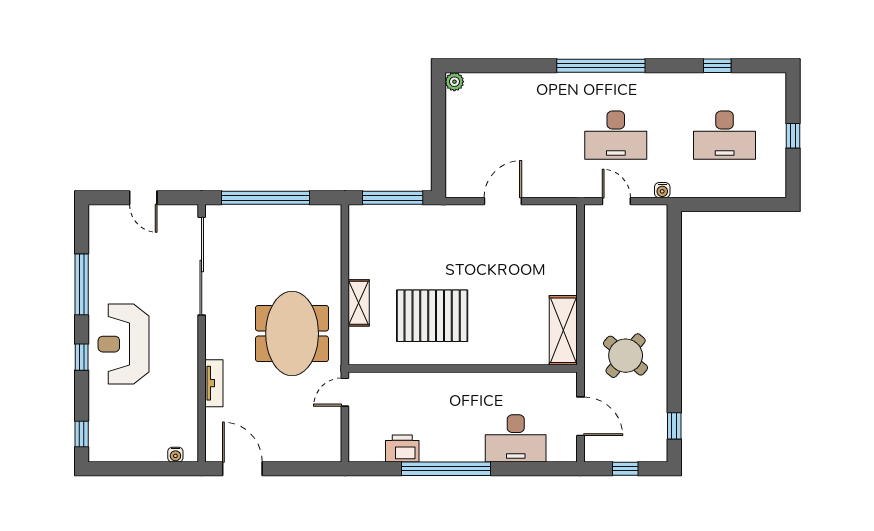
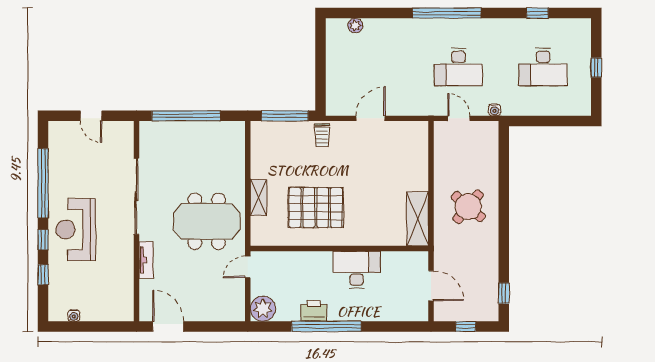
plant: (454, 82) -> (355, 26), moved
trolley: (440, 223) -> (322, 135), added
sliding door: (202, 266) -> (136, 196), moved
window: (82, 284) -> (43, 183), width x1.46
meeting table: (292, 334) -> (207, 221), turned 90
round table: (626, 356) -> (468, 207), moved
window: (82, 434) -> (43, 275), moved
desk: (516, 438) -> (357, 270), moved, turned 180
plant: (364, 446) -> (263, 309), added
printer: (402, 448) -> (314, 311), moved
water cooler: (175, 455) -> (74, 316), moved

